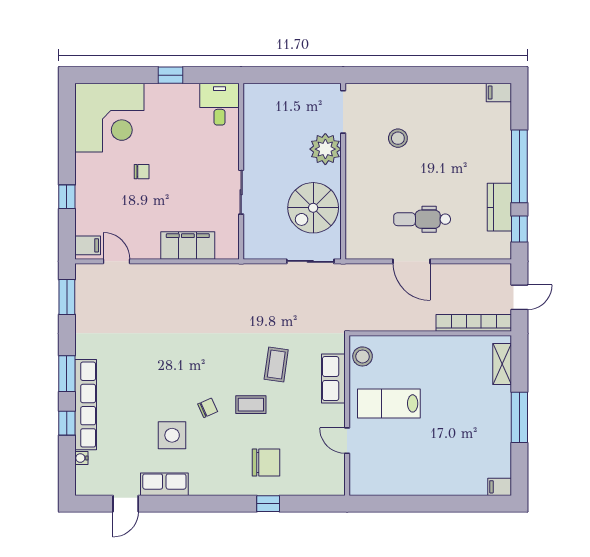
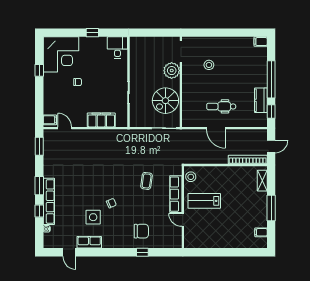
window: (67, 197) -> (39, 70), moved
row of seats: (333, 379) -> (176, 194), width x1.48
coffee table: (251, 405) -> (134, 201), removed
filing cabinet: (500, 487) -> (261, 232), moved
door: (126, 504) -> (69, 252), hinge flipped

